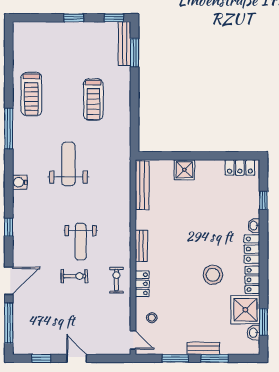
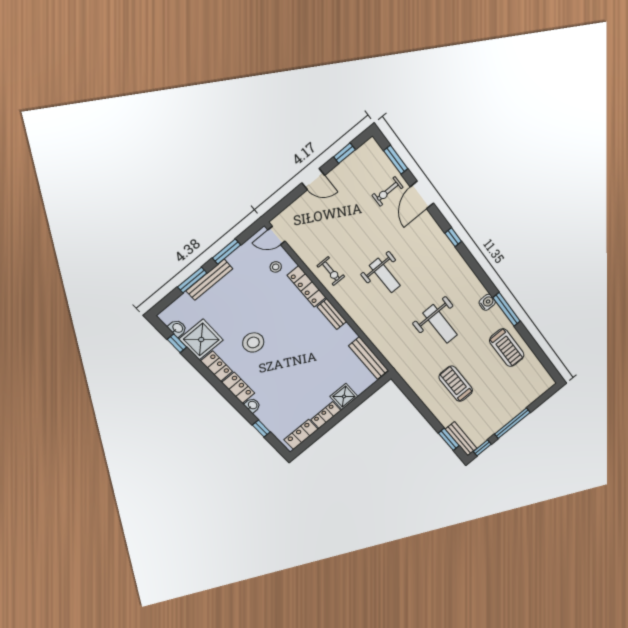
window: (74, 18) -> (512, 423), width x2.17
treadmill: (31, 94) -> (507, 348), turned 180
locker: (209, 167) -> (326, 415), added
water cooler: (20, 182) -> (487, 302), moved
weight bench: (81, 242) -> (385, 276), turned 180
exercise bike: (74, 276) -> (388, 191), moved
locker: (142, 284) -> (307, 286), width x1.53
window: (263, 322) -> (177, 343), width x0.67
window: (9, 323) -> (396, 160), width x0.69
bench: (203, 348) -> (209, 280), width x1.36

